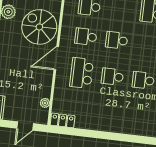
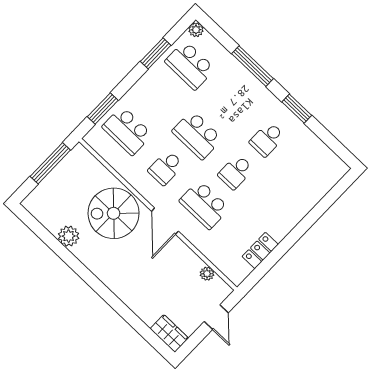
school desk: (117, 40) -> (197, 135), width x1.85
locker: (63, 120) -> (260, 250), moved

